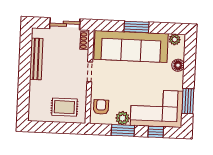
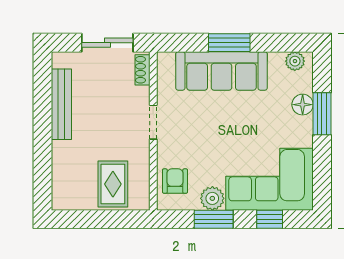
sofa: (131, 46) -> (221, 71), width x0.74, depth x0.79
window: (188, 101) -> (322, 114), moved
rug: (64, 107) -> (113, 184), turned 90

